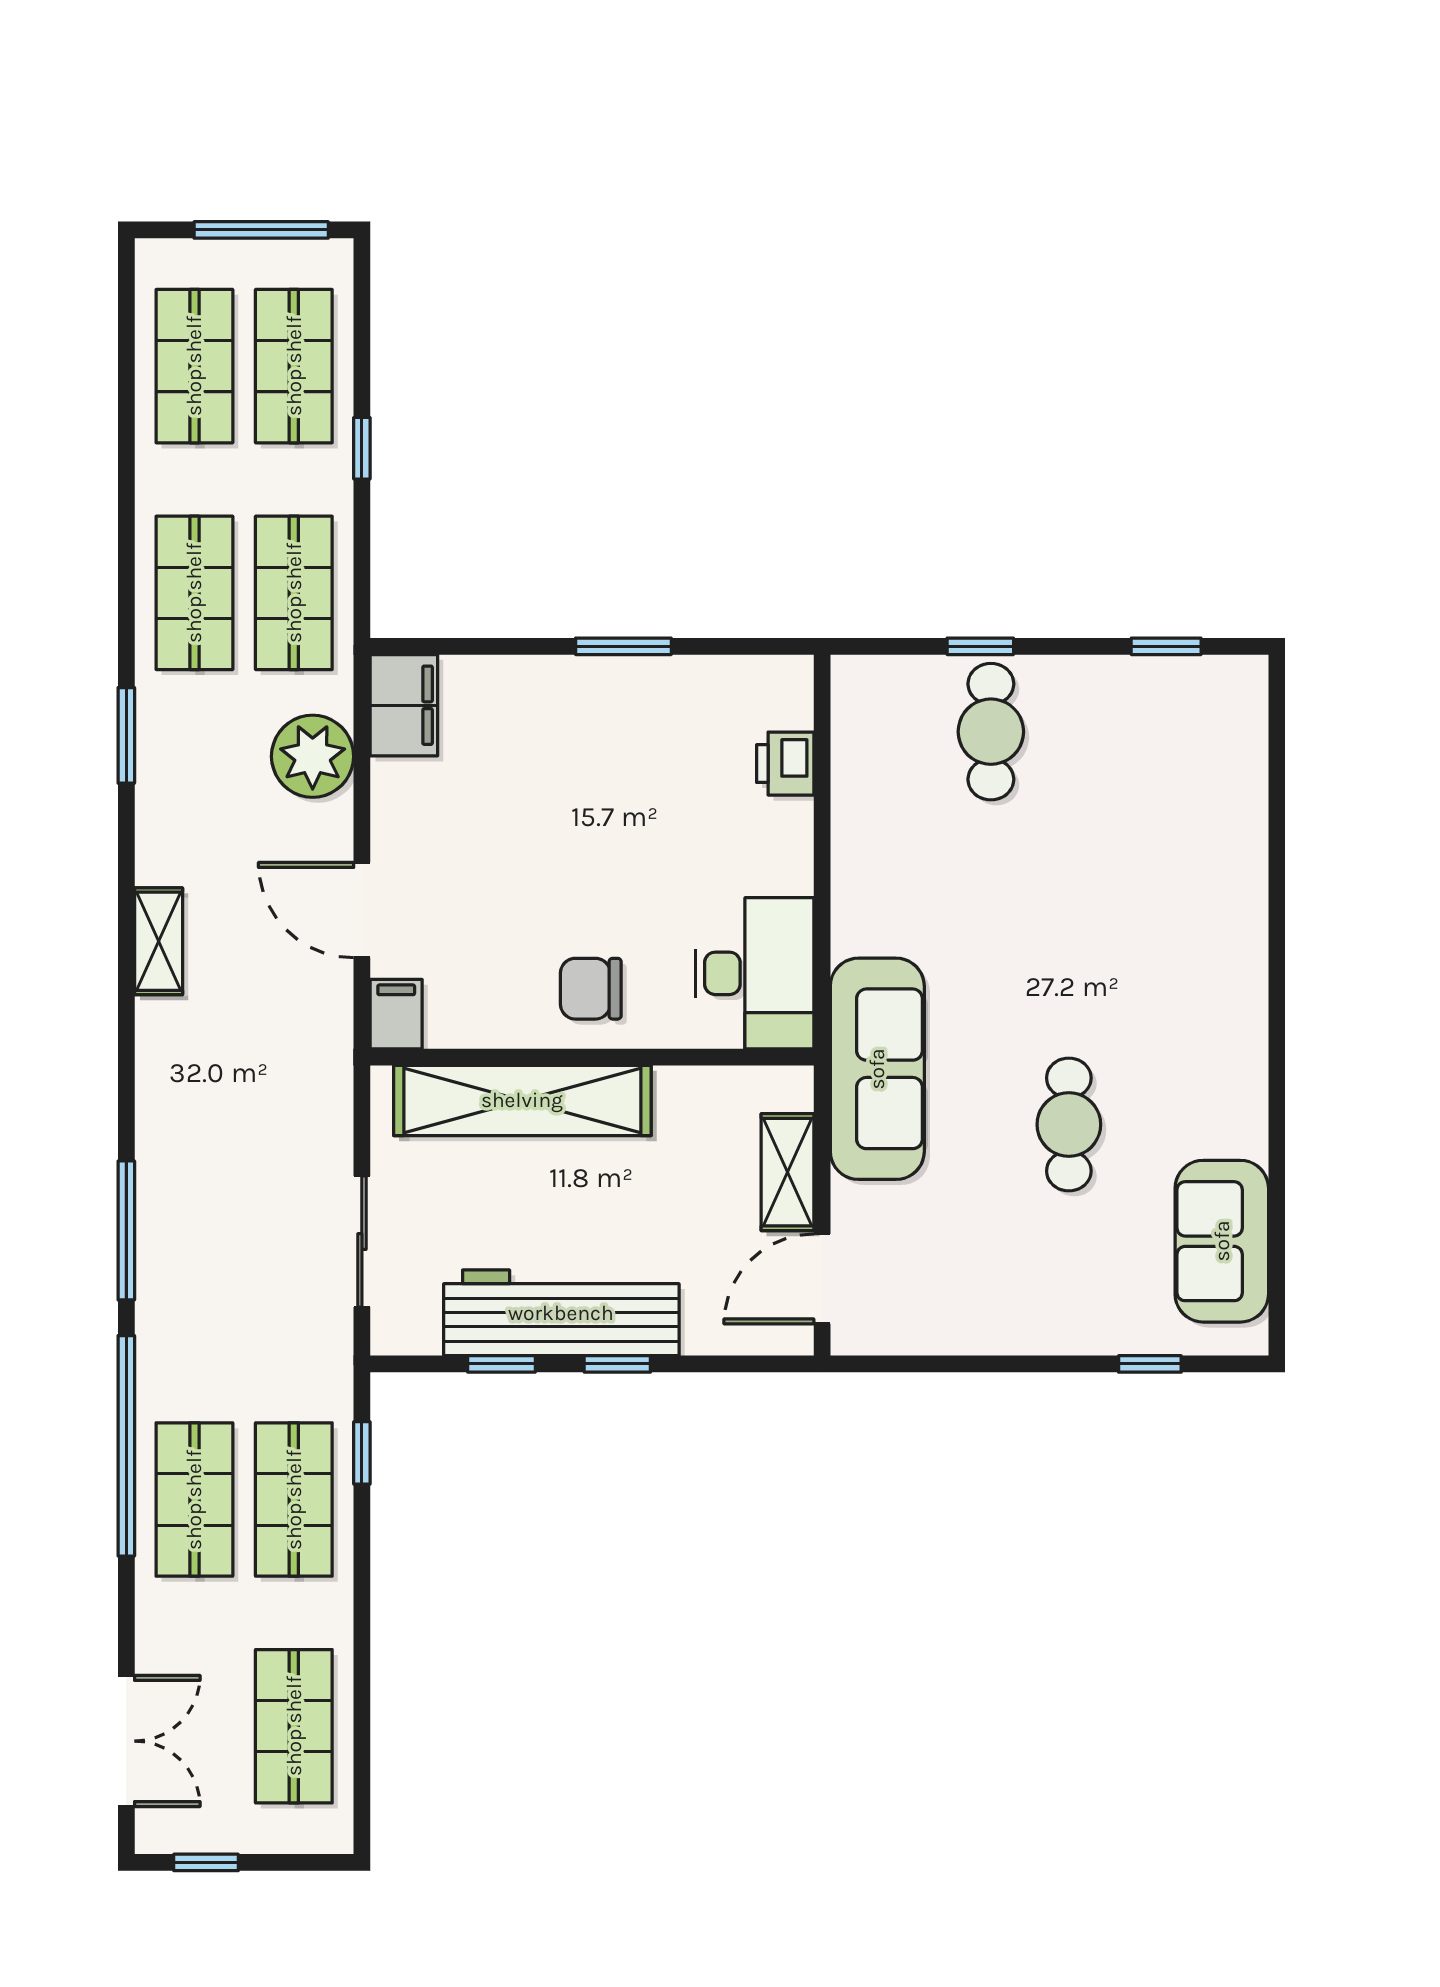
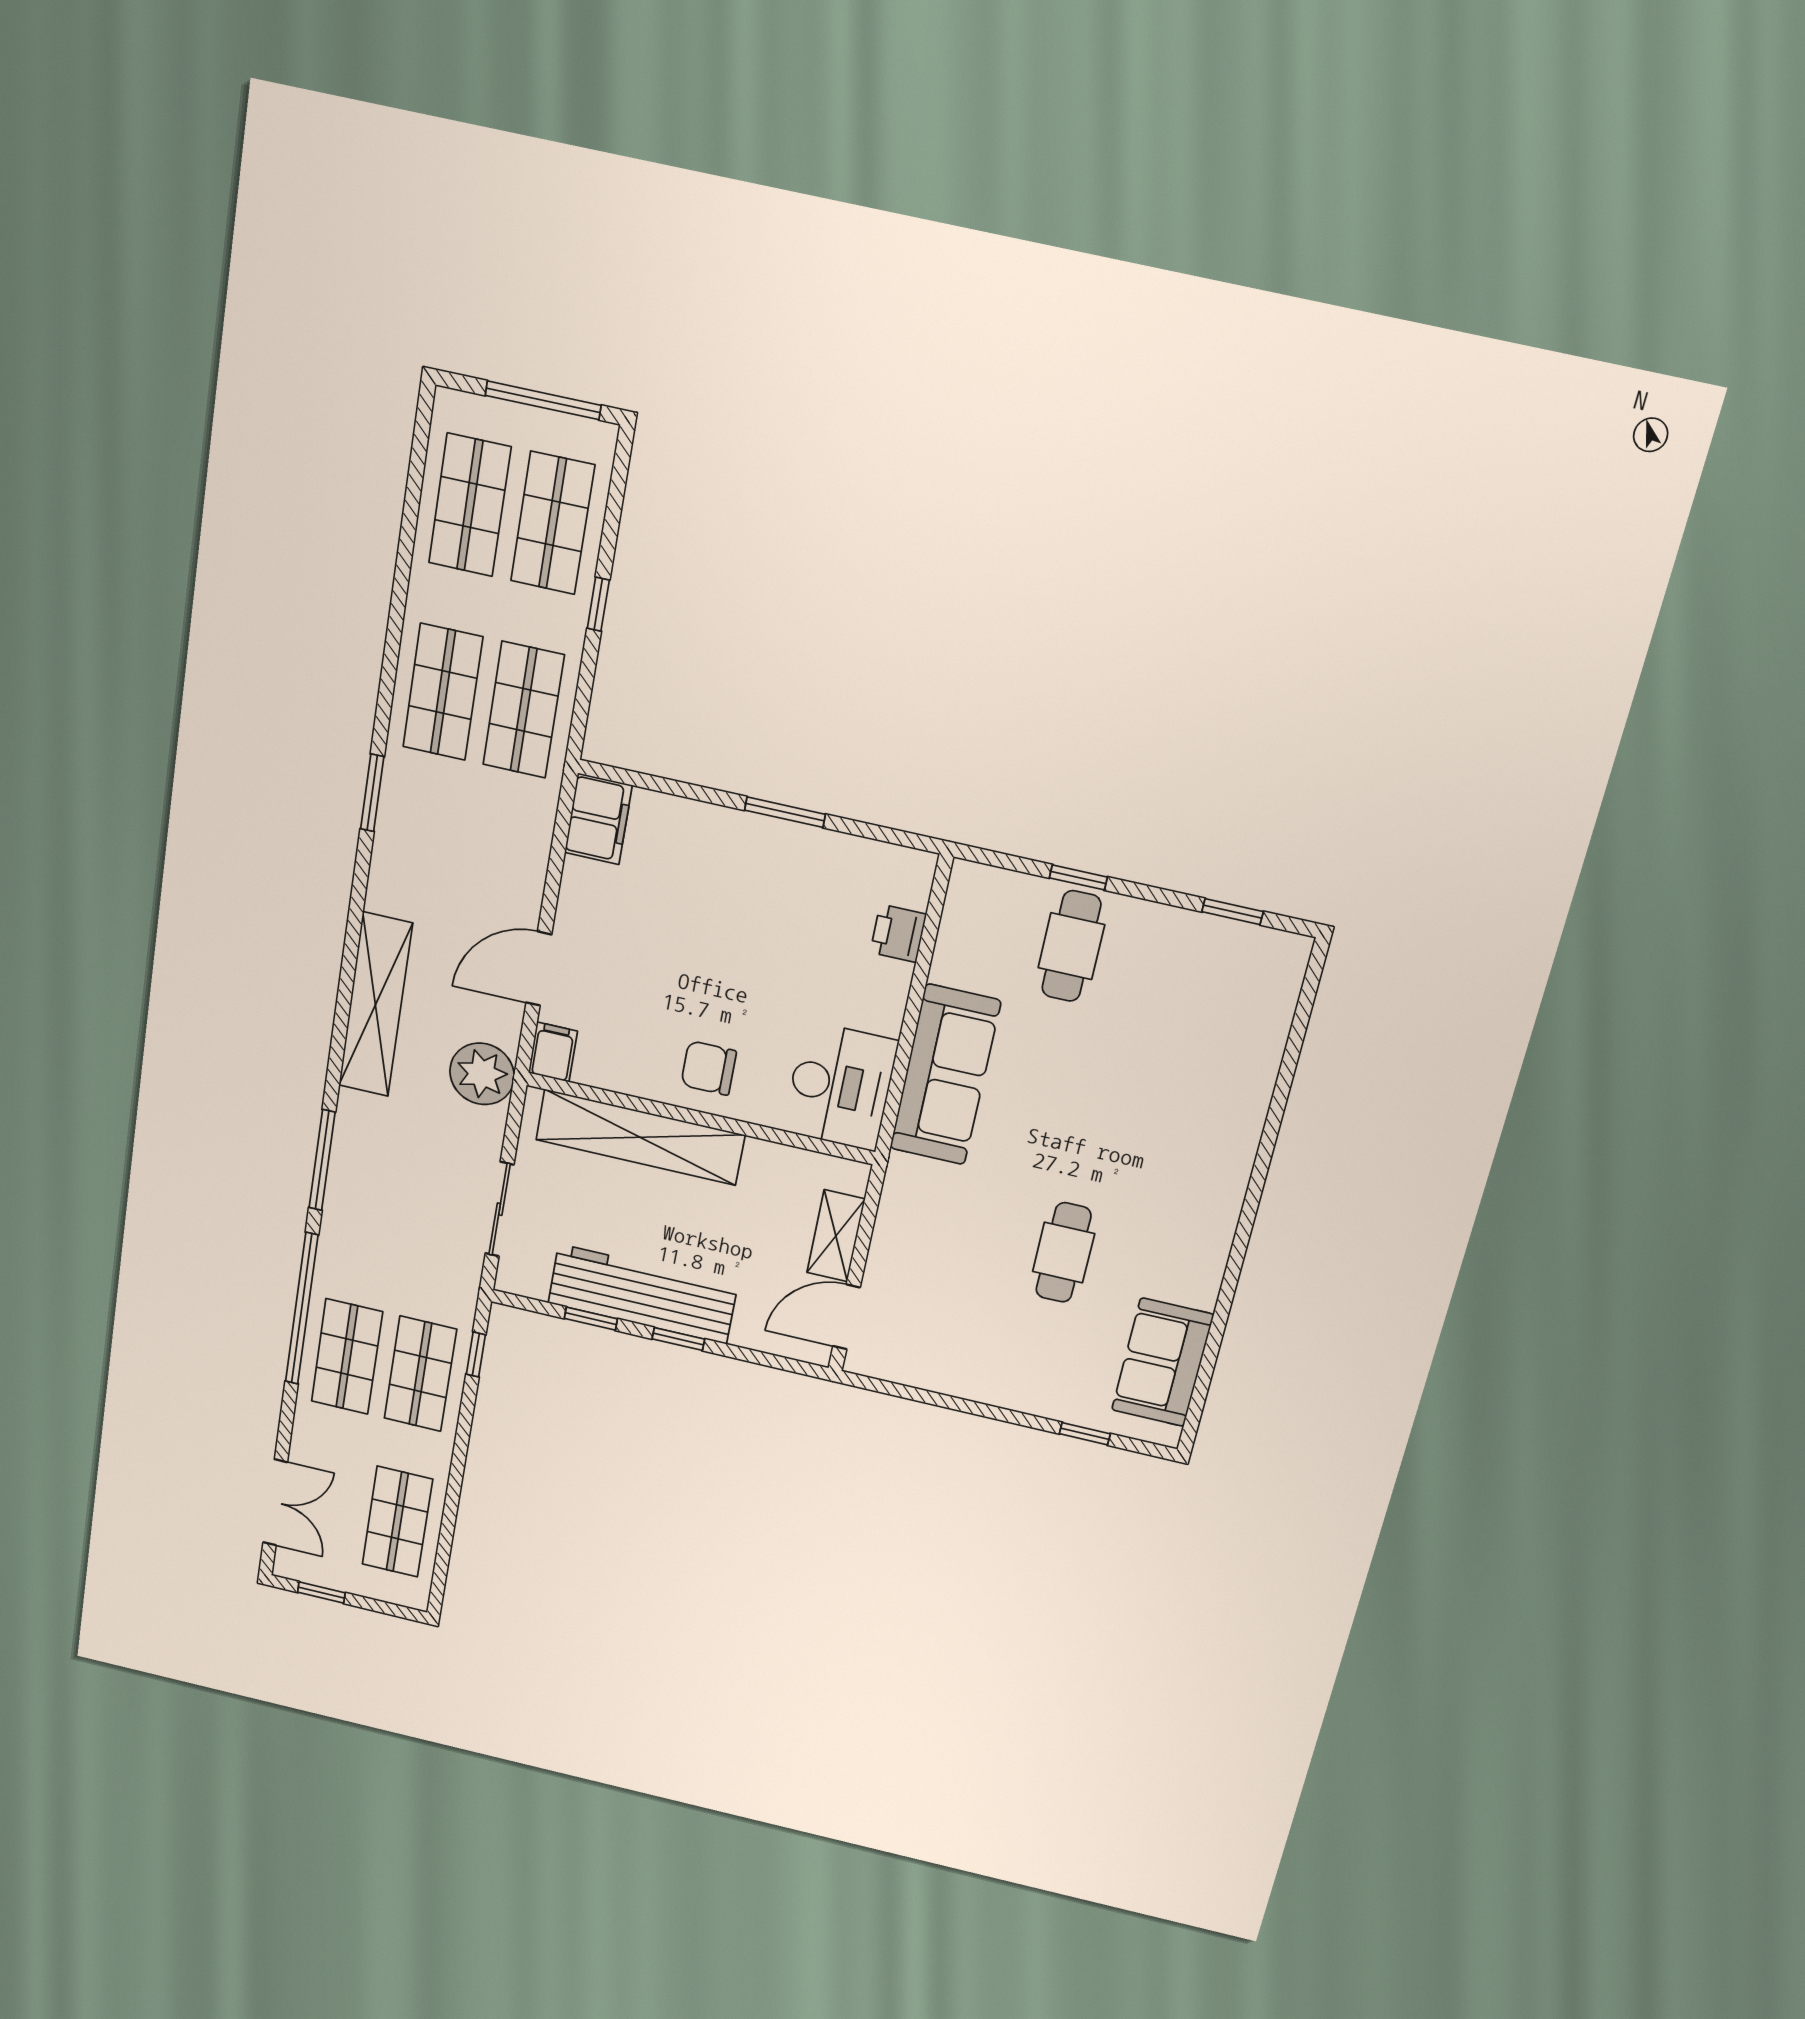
plant: (313, 756) -> (482, 1074), moved
door: (362, 910) -> (539, 969), hinge flipped
shelving: (159, 941) -> (375, 1005), width x2.20, depth x1.33
sofa: (877, 1069) -> (945, 1075), moved

